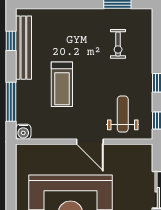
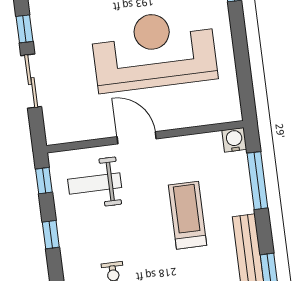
weight bench: (123, 114) -> (95, 183), turned 90

